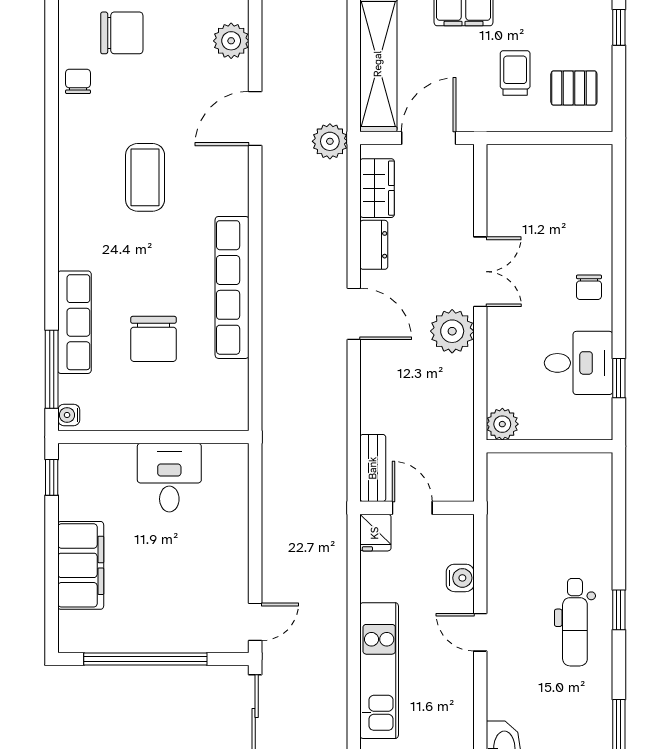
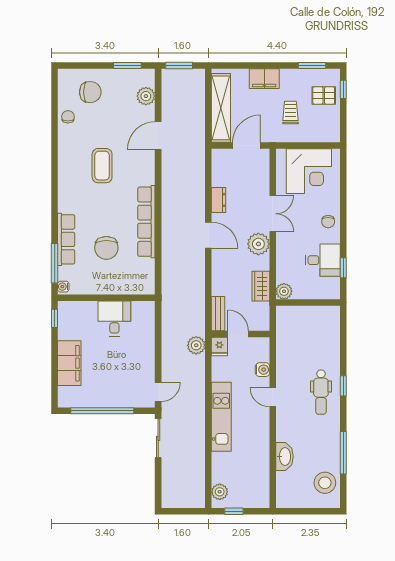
pallet: (574, 88) -> (324, 96), moved
plant: (330, 141) -> (196, 345), moved
wardrobe: (377, 188) -> (261, 286), moved, turned 180
corner desk: (551, 188) -> (309, 171), added

